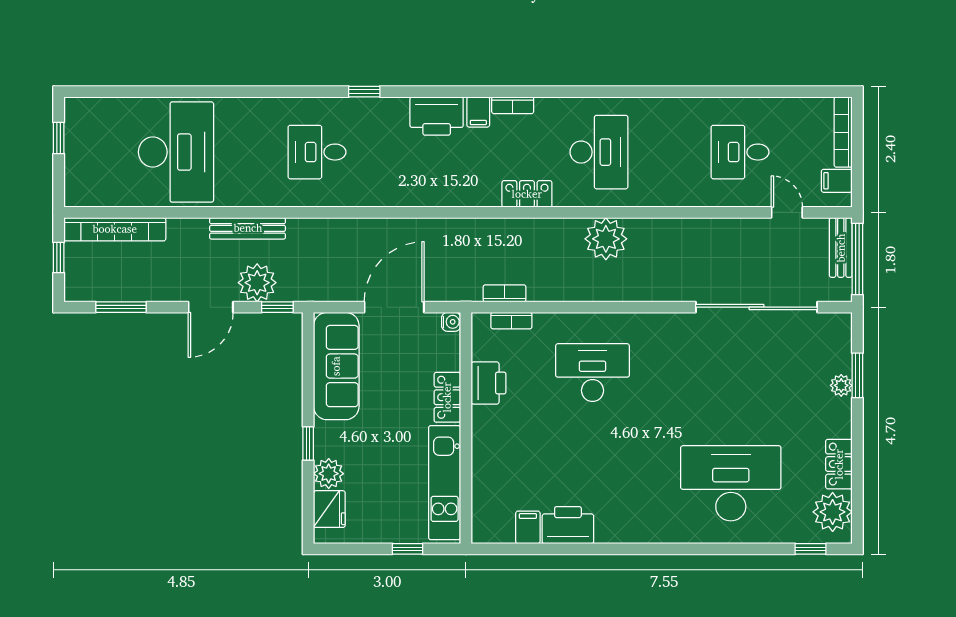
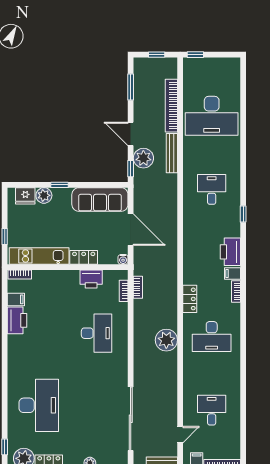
window: (59, 138) -> (195, 55), moved
bookcase: (115, 229) -> (171, 106), moved
bookcase: (480, 520) -> (20, 275), added

